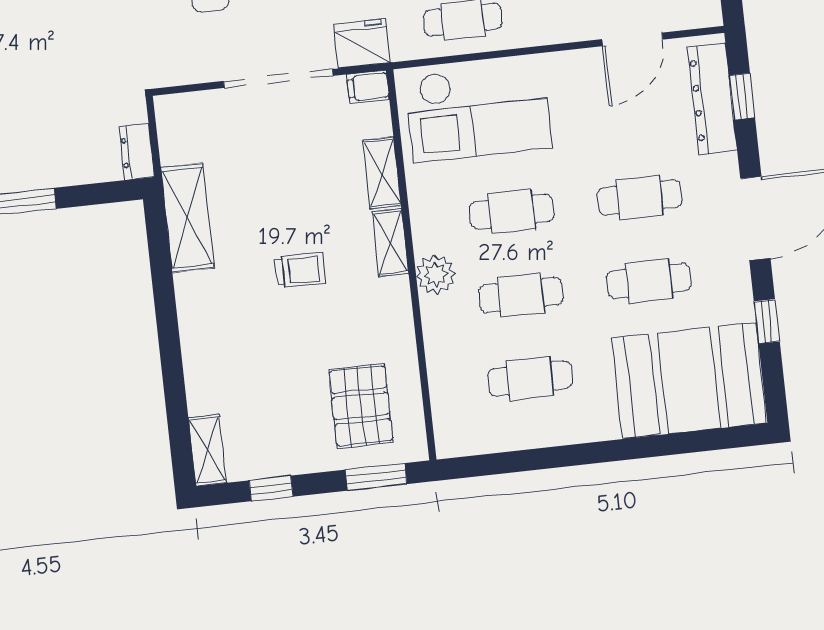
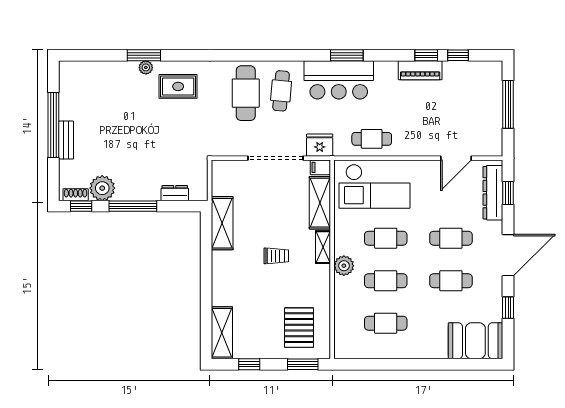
dresser: (137, 152) -> (175, 193), moved, turned 90
shelving: (382, 173) -> (320, 203), width x1.50, depth x1.33
booth: (689, 381) -> (475, 341), width x0.73, depth x0.70
shelving: (207, 450) -> (222, 333), width x1.50, depth x1.33

